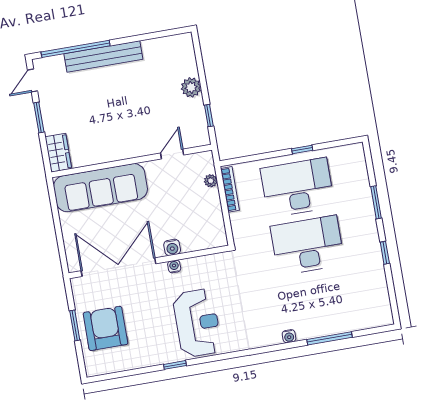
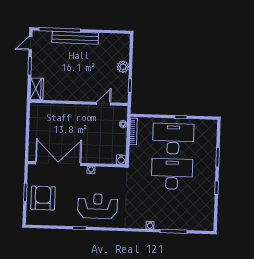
sofa: (100, 188) -> (57, 115), removed
water cooler: (172, 247) -> (121, 160), moved
reception desk: (197, 323) -> (98, 206), turned -90

